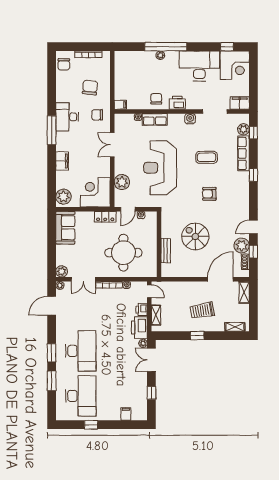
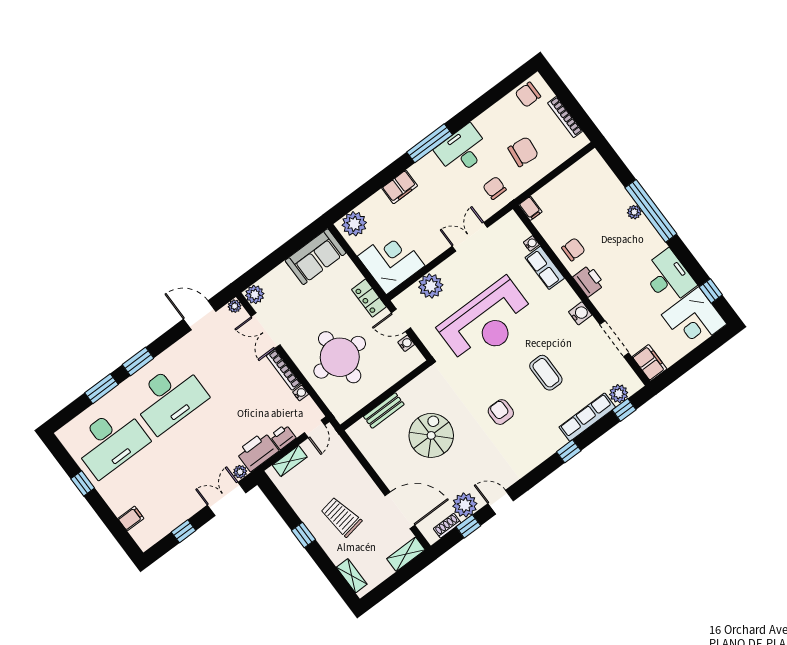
desk: (199, 66) -> (668, 277), width x0.73, depth x0.77
reception desk: (160, 168) -> (487, 322), turned 180

